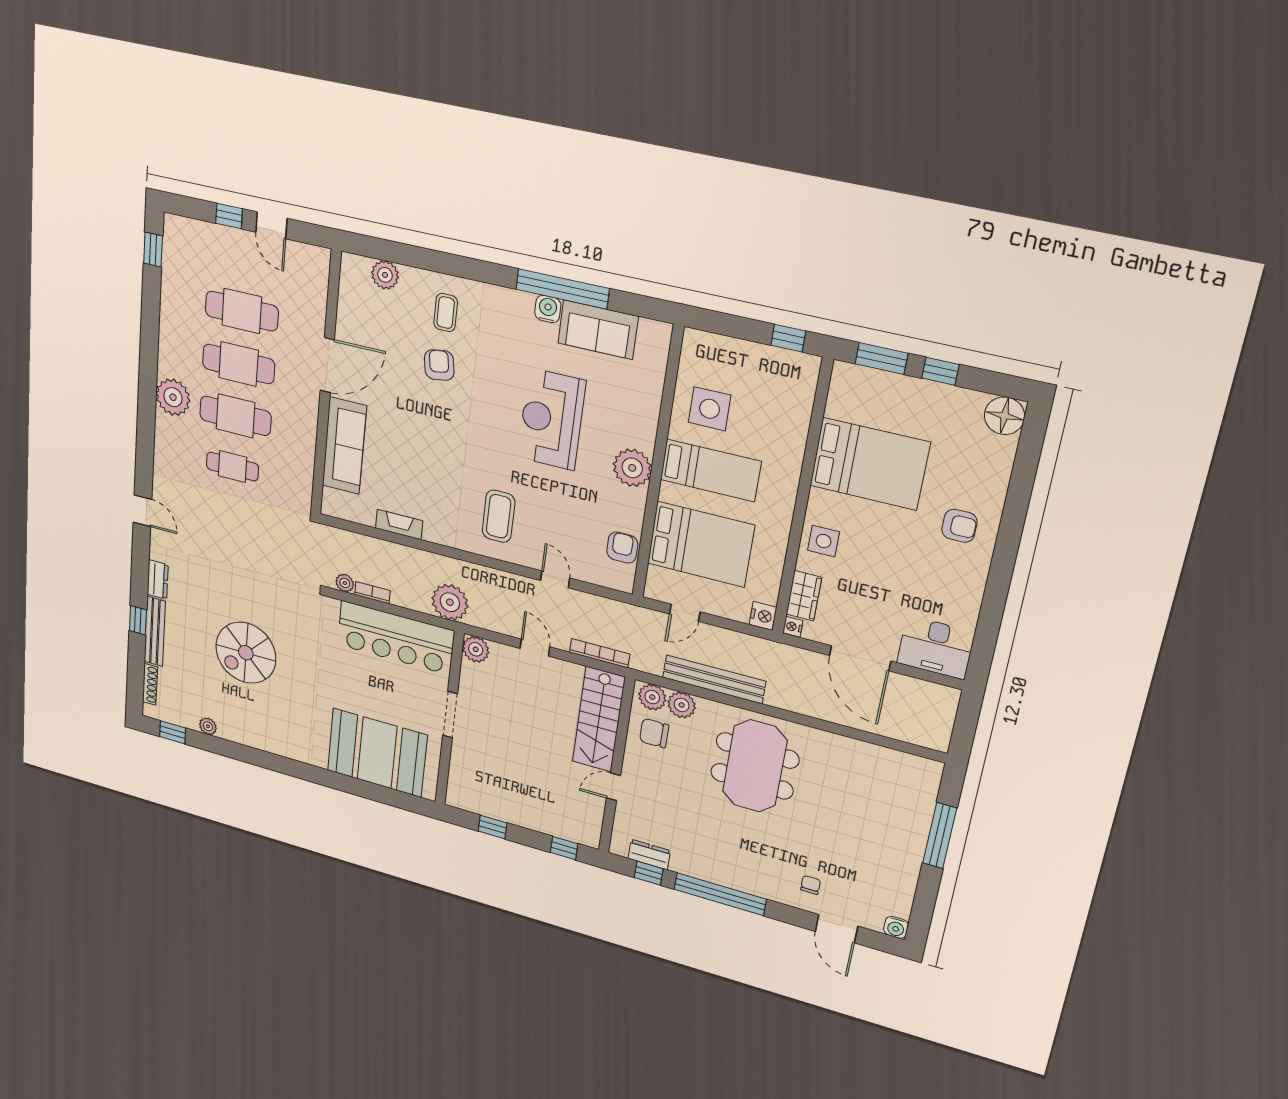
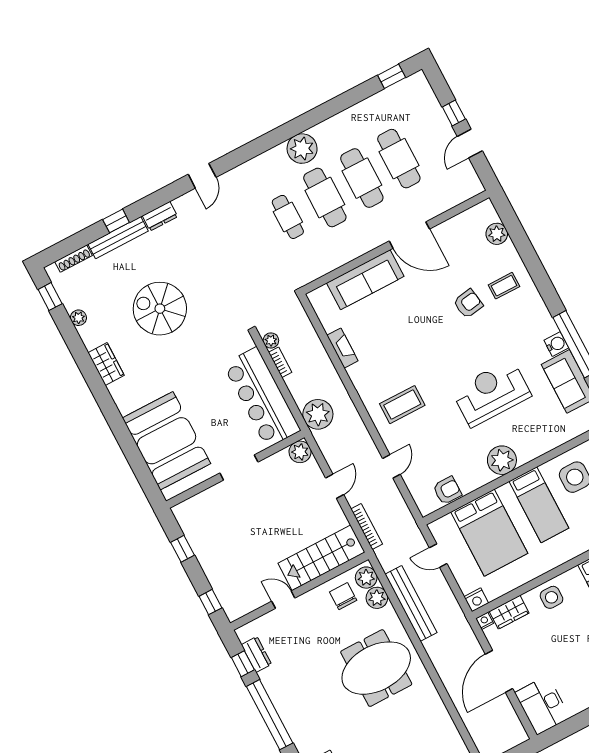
wardrobe: (267, 740) -> (106, 364), added

